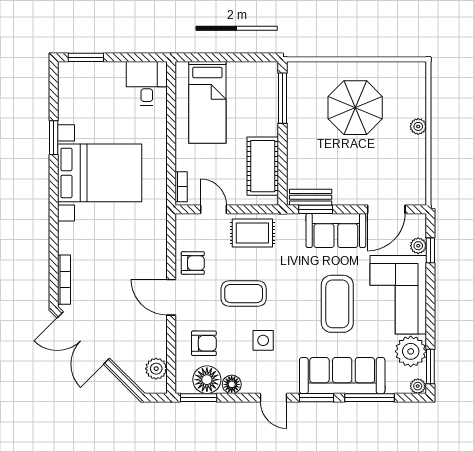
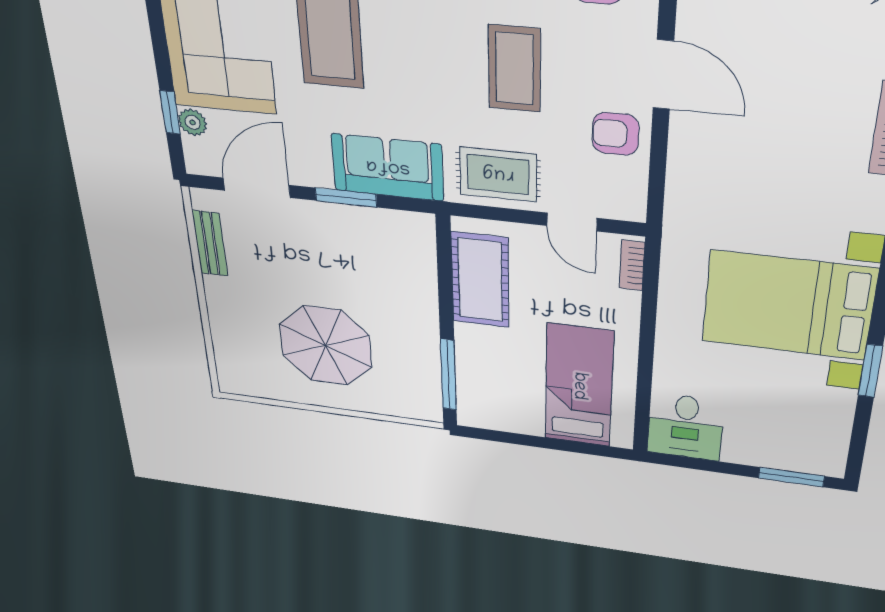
plant: (418, 126) -> (219, 306), removed
bench: (311, 197) -> (210, 243), moved, turned 90
window: (316, 209) -> (346, 197), moved
sofa: (336, 231) -> (388, 167), moved
coffee table: (244, 294) -> (514, 69), turned 90

